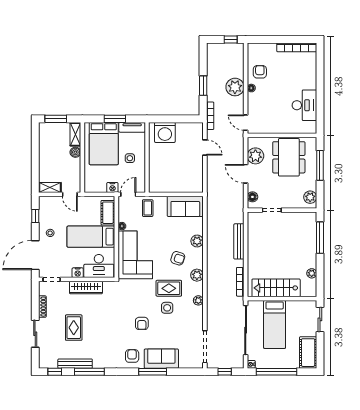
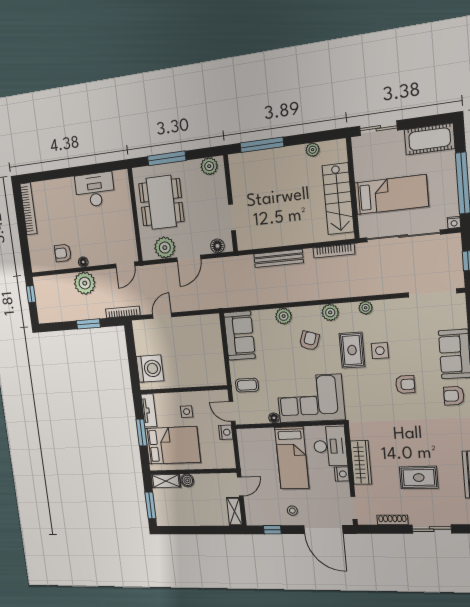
dining table: (289, 157) -> (161, 202), turned 90
cot: (108, 213) -> (258, 437), removed

